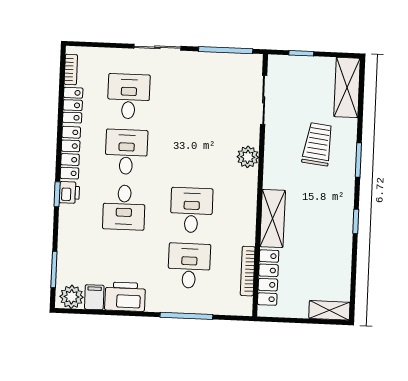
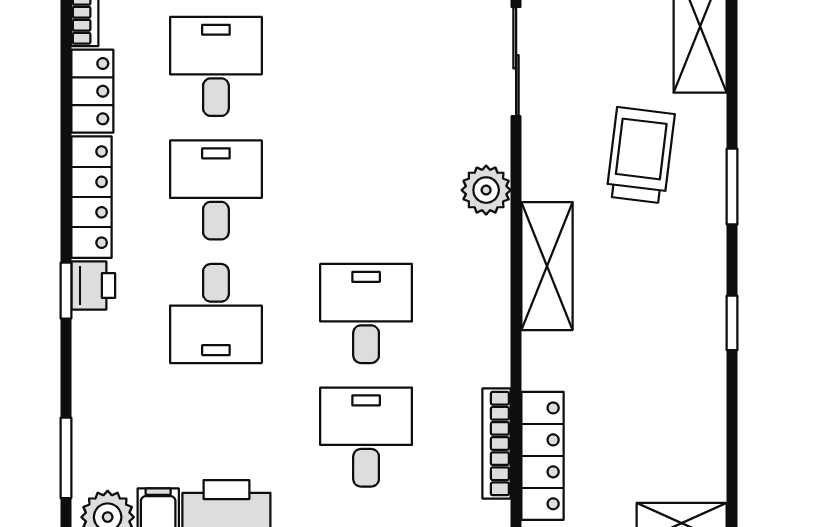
shelving: (273, 218) -> (547, 266), moved

